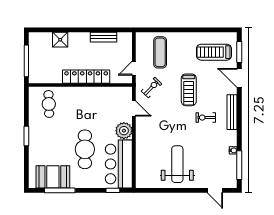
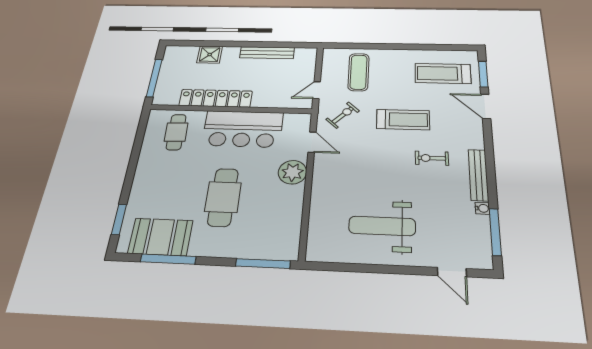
bench: (103, 37) -> (267, 53), width x1.36
locker: (86, 77) -> (216, 98), moved
treadmill: (189, 90) -> (403, 120), turned -90
bench: (232, 112) -> (478, 175), moved
window: (26, 136) -> (119, 219), moved
bar counter: (119, 164) -> (243, 129), moved, turned -90
weight bench: (177, 164) -> (382, 226), turned -90
window: (113, 190) -> (263, 263), width x2.17

